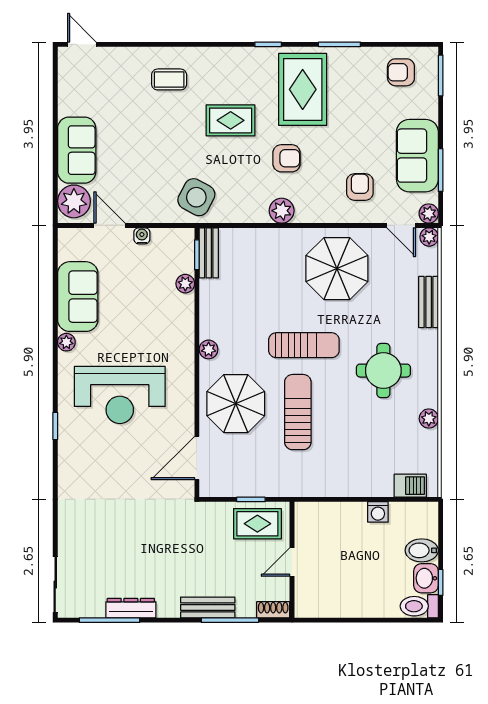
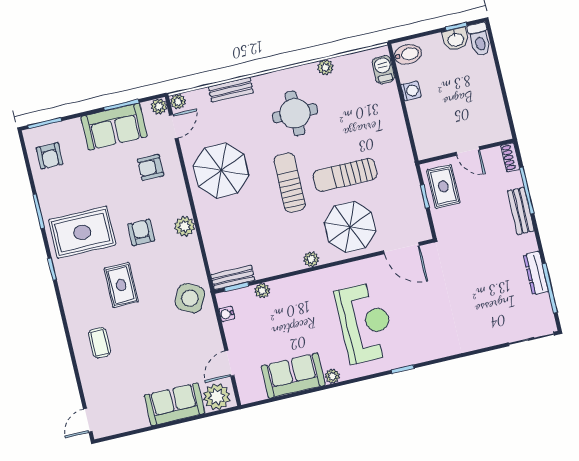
water cooler: (142, 236) -> (227, 314), moved
bidet: (422, 550) -> (408, 54), moved, turned -90

